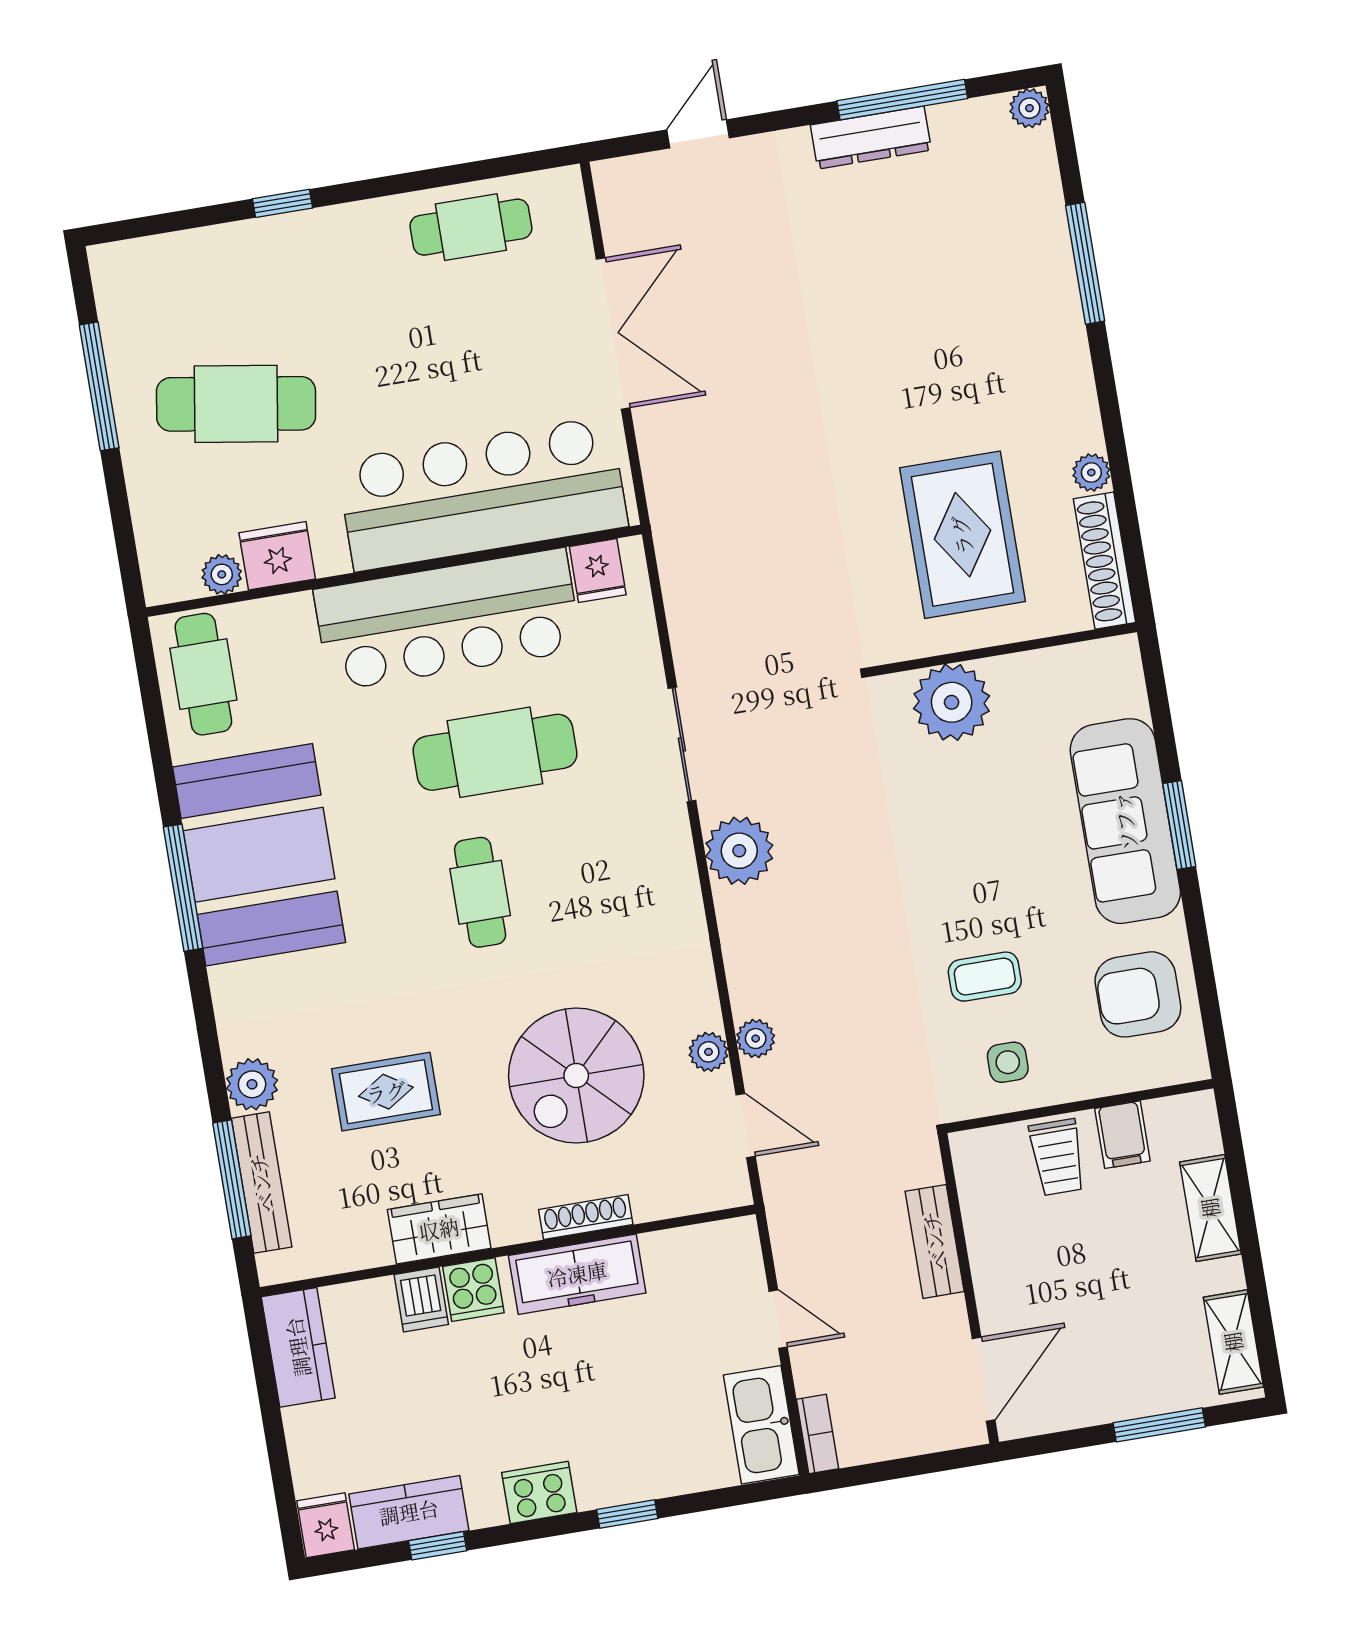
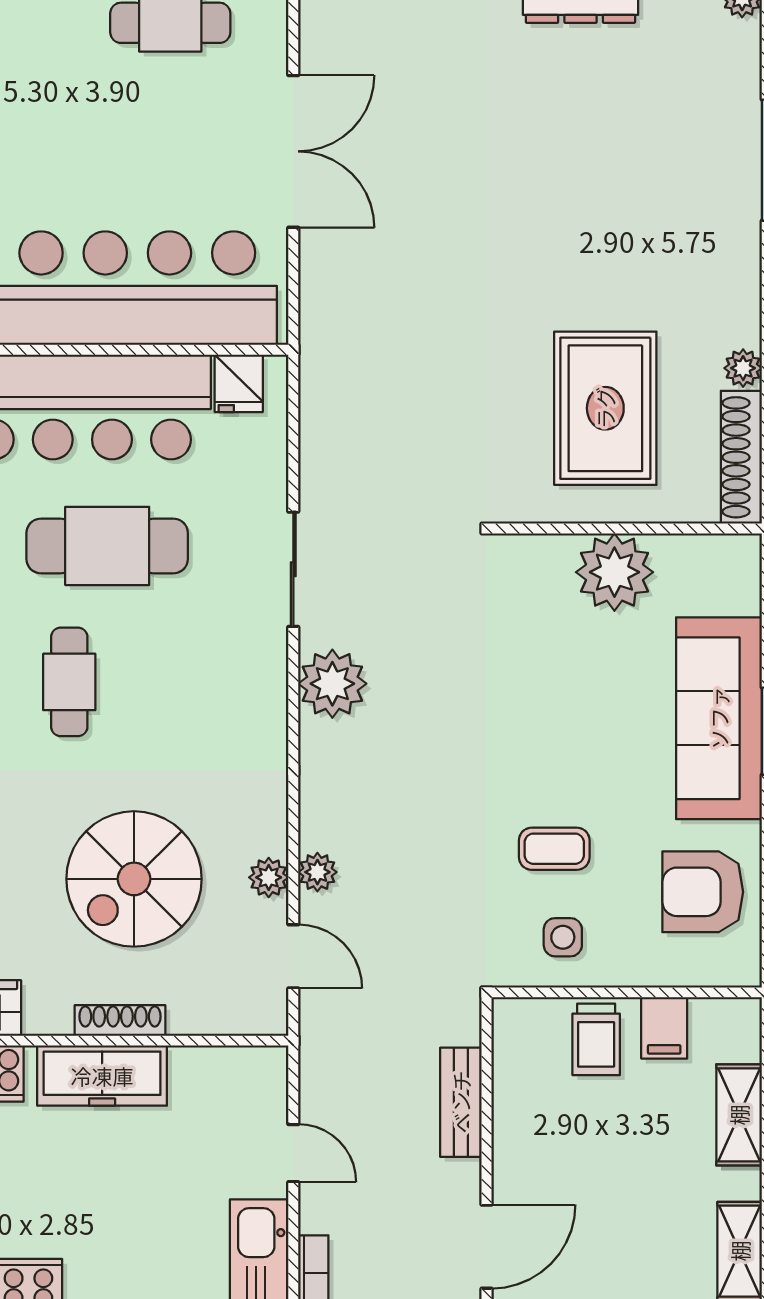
plant: (952, 702) -> (614, 572), moved

